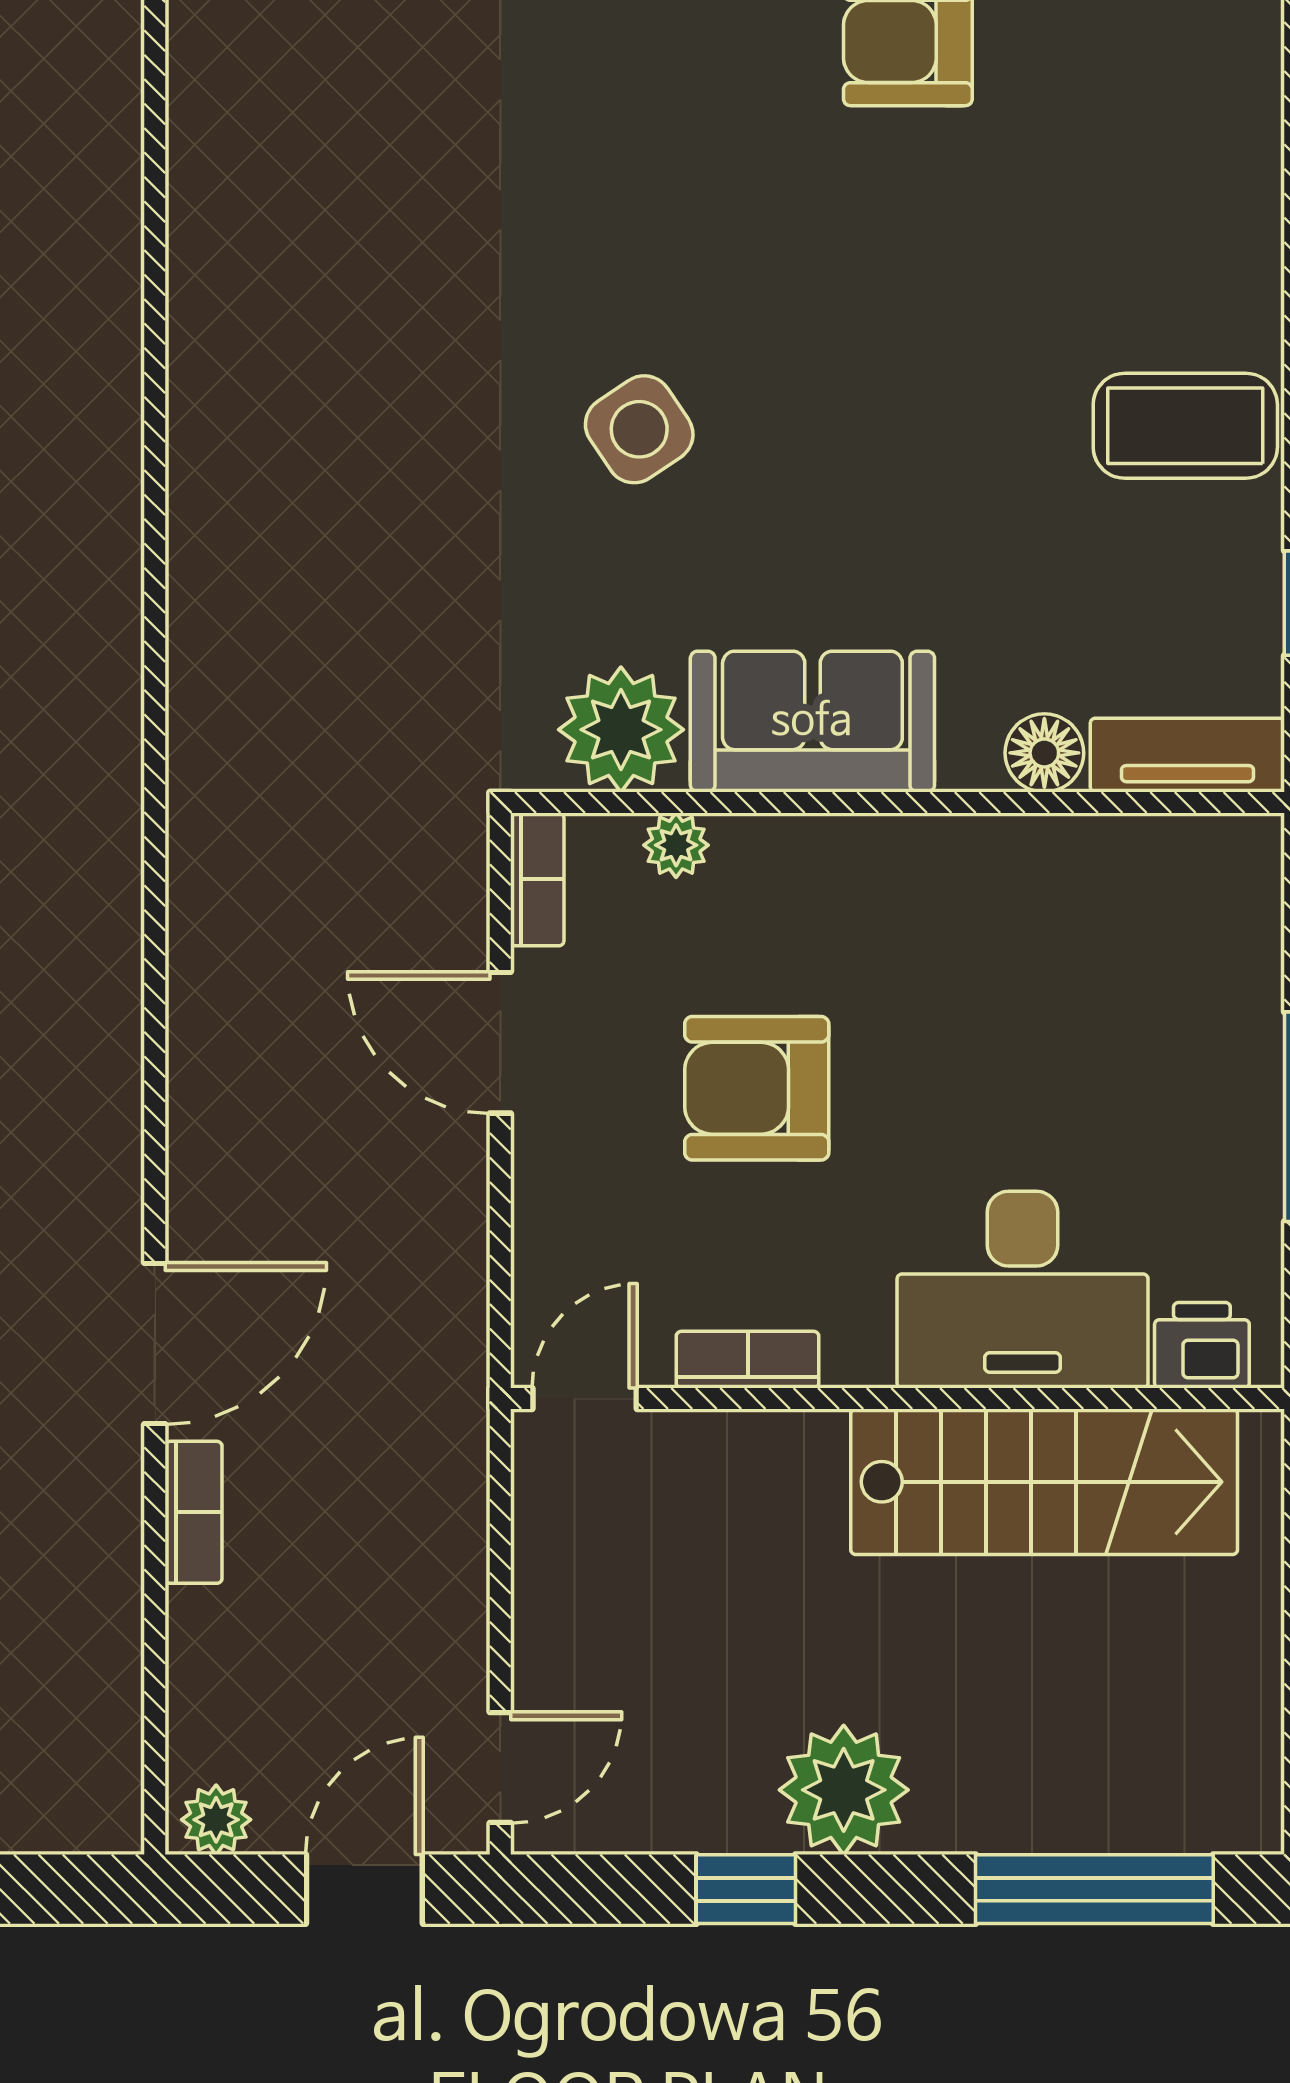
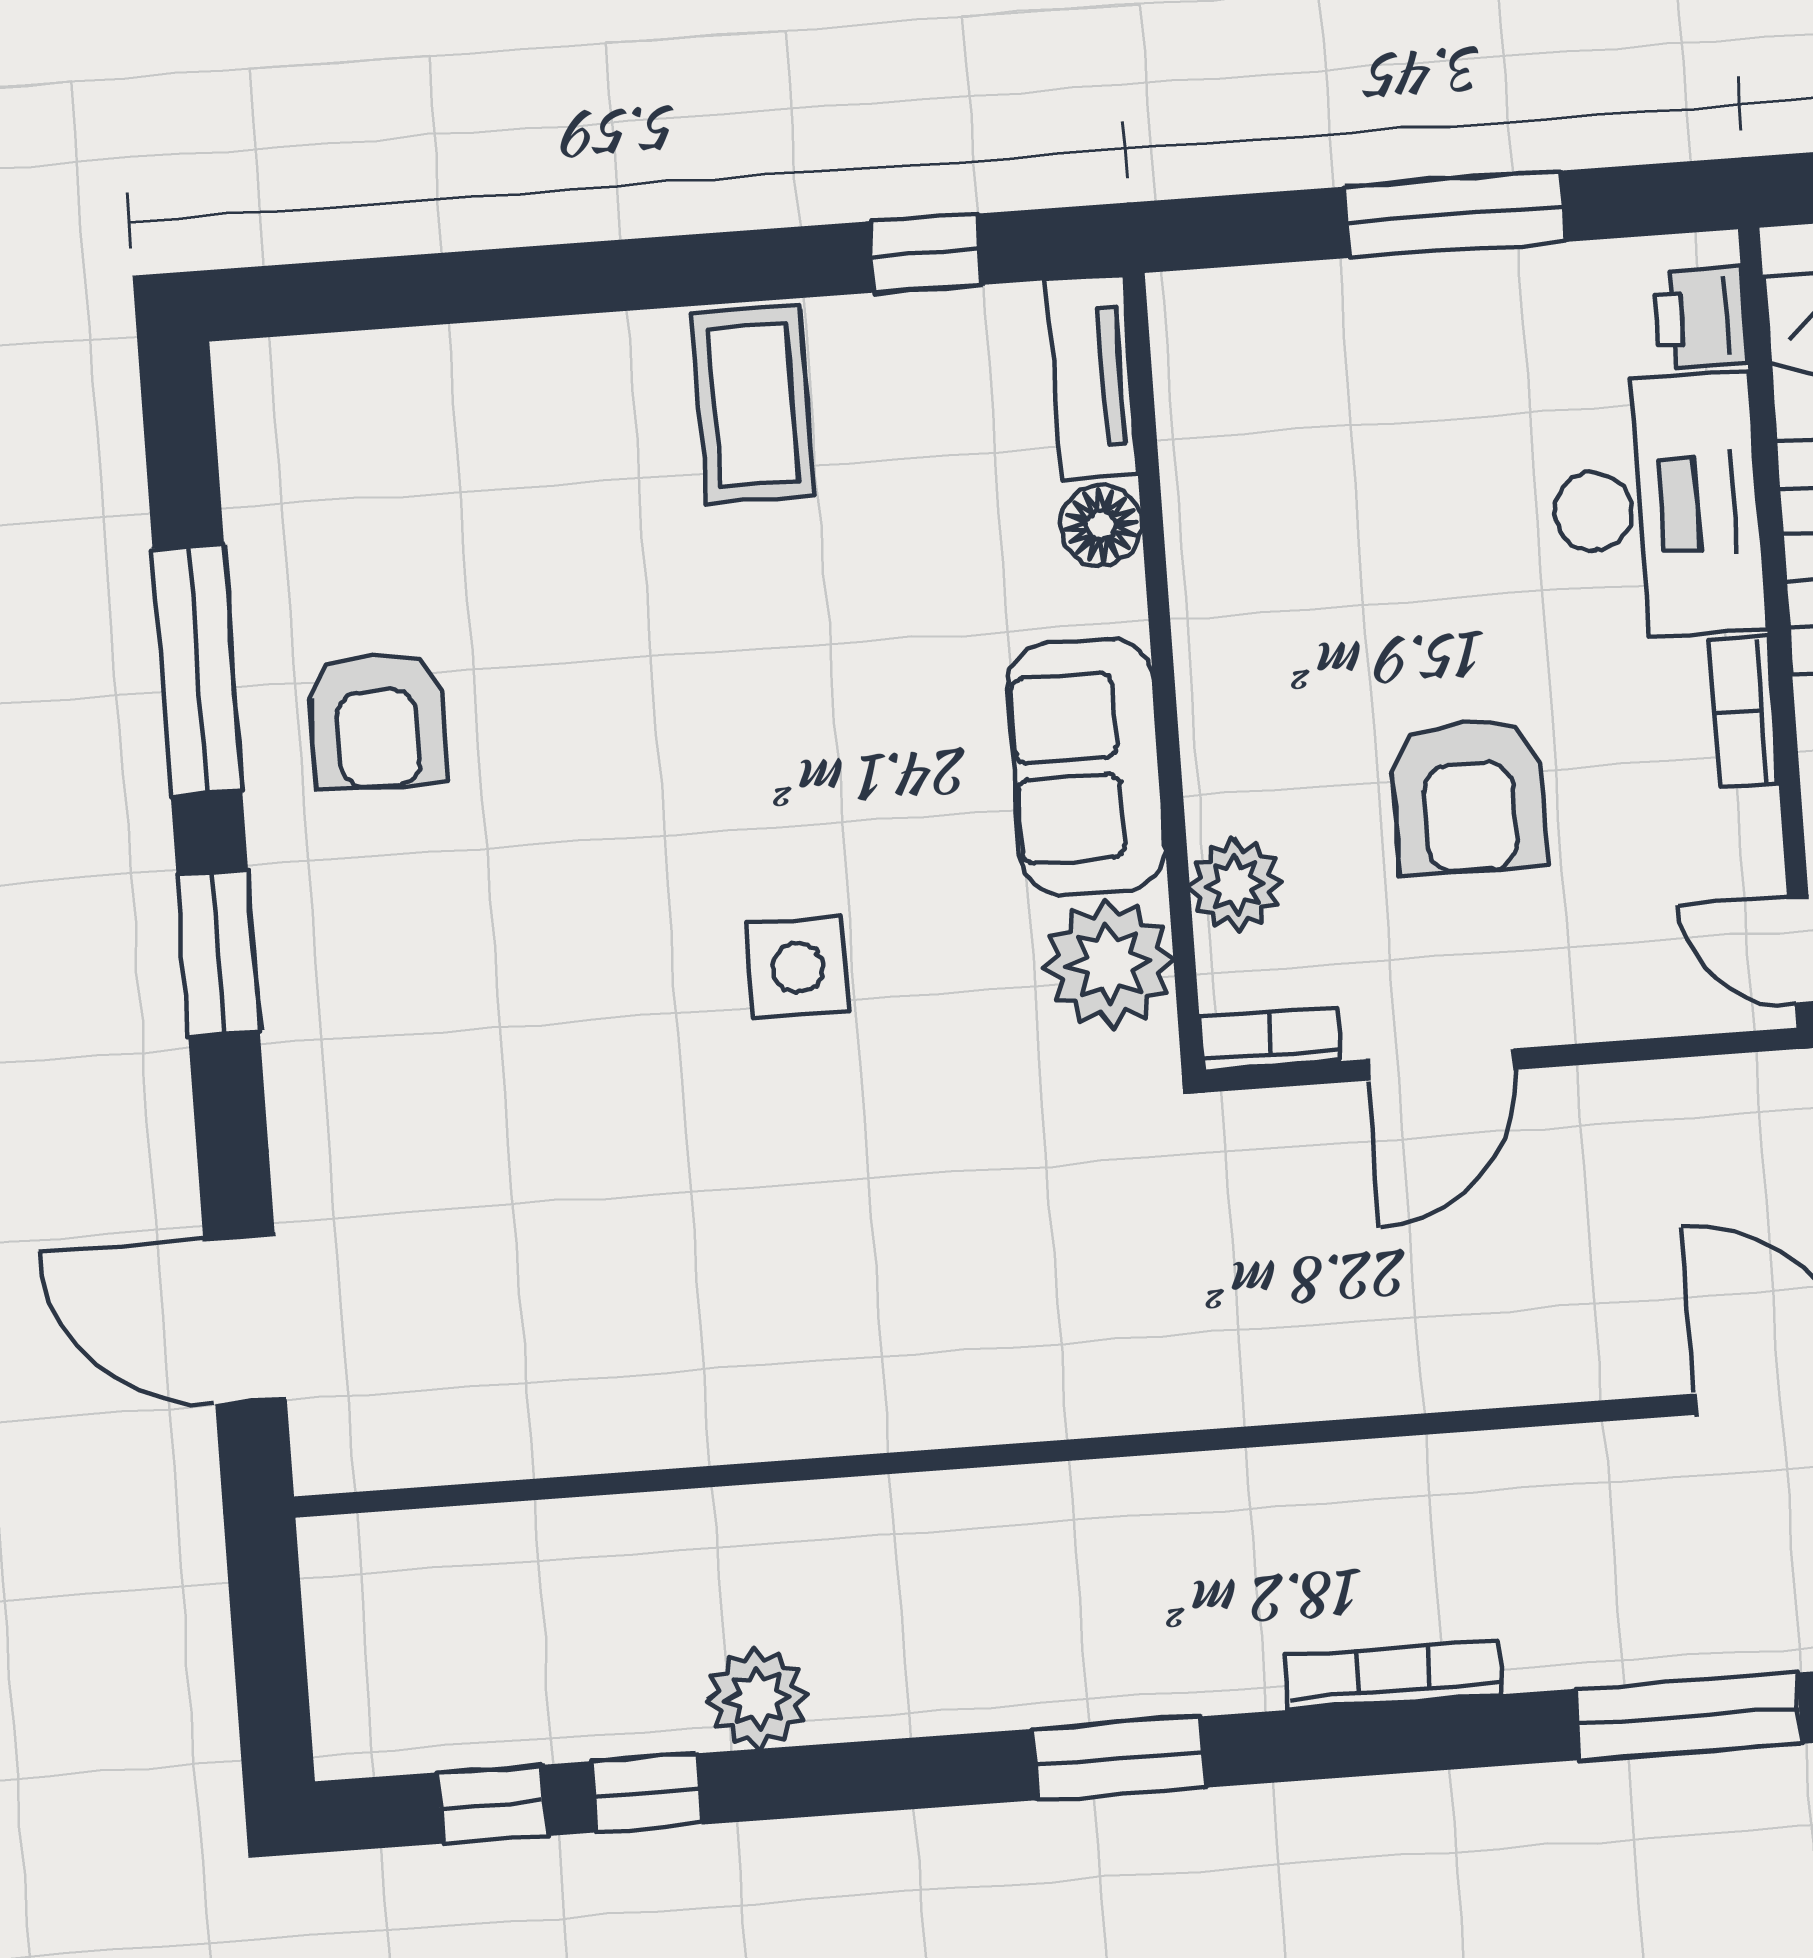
side table: (639, 429) -> (798, 968), turned 34
plant: (676, 845) -> (1236, 885), width x1.38, depth x1.38
bookcase: (748, 1360) -> (1744, 711), moved

